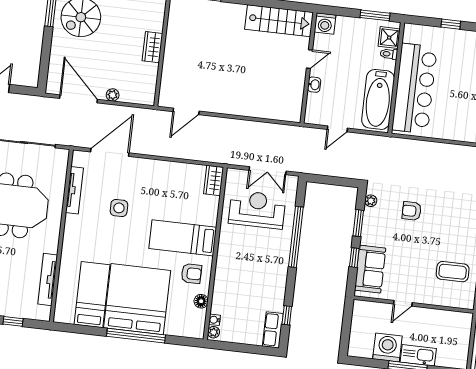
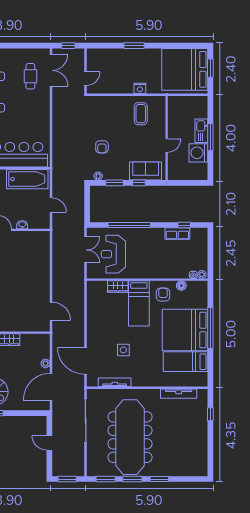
wardrobe: (214, 181) -> (118, 287), moved
door: (403, 303) -> (167, 146), hinge flipped
row of seats: (273, 330) -> (177, 234), moved

